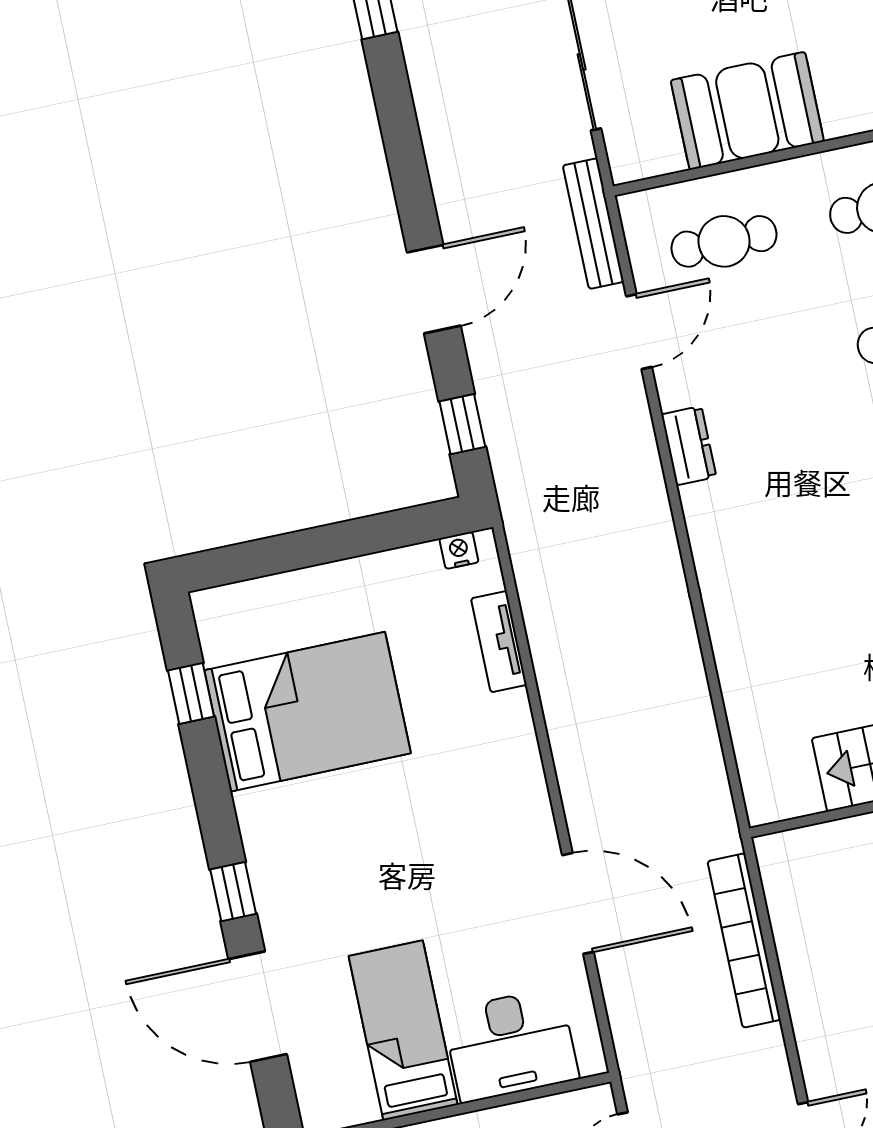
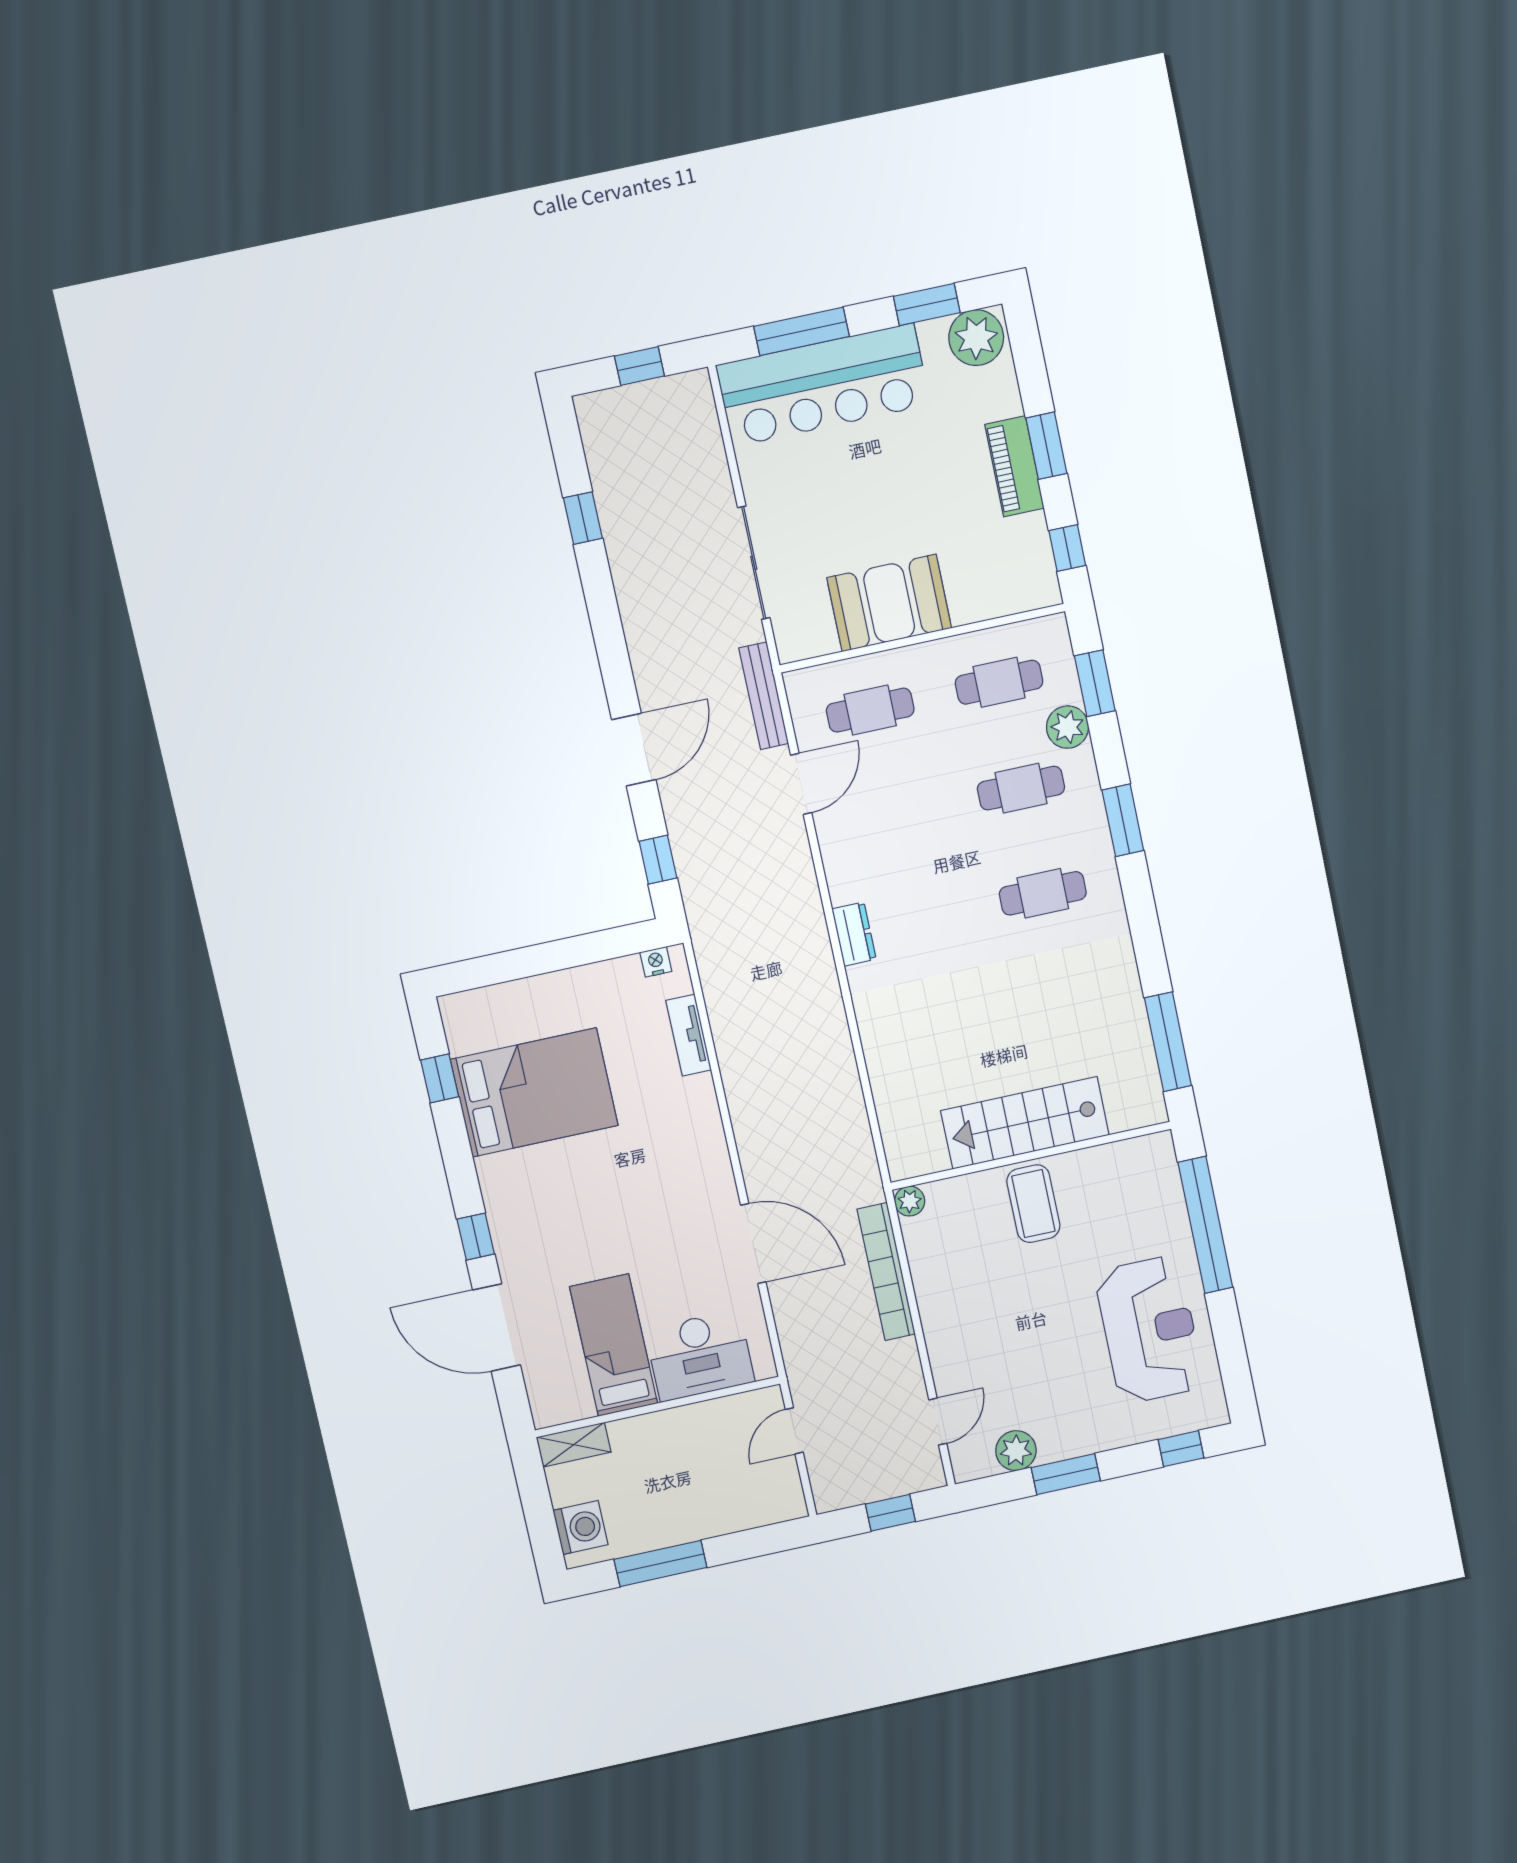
dresser: (689, 446) -> (854, 934), moved
plant: (773, 852) -> (910, 1201), added

